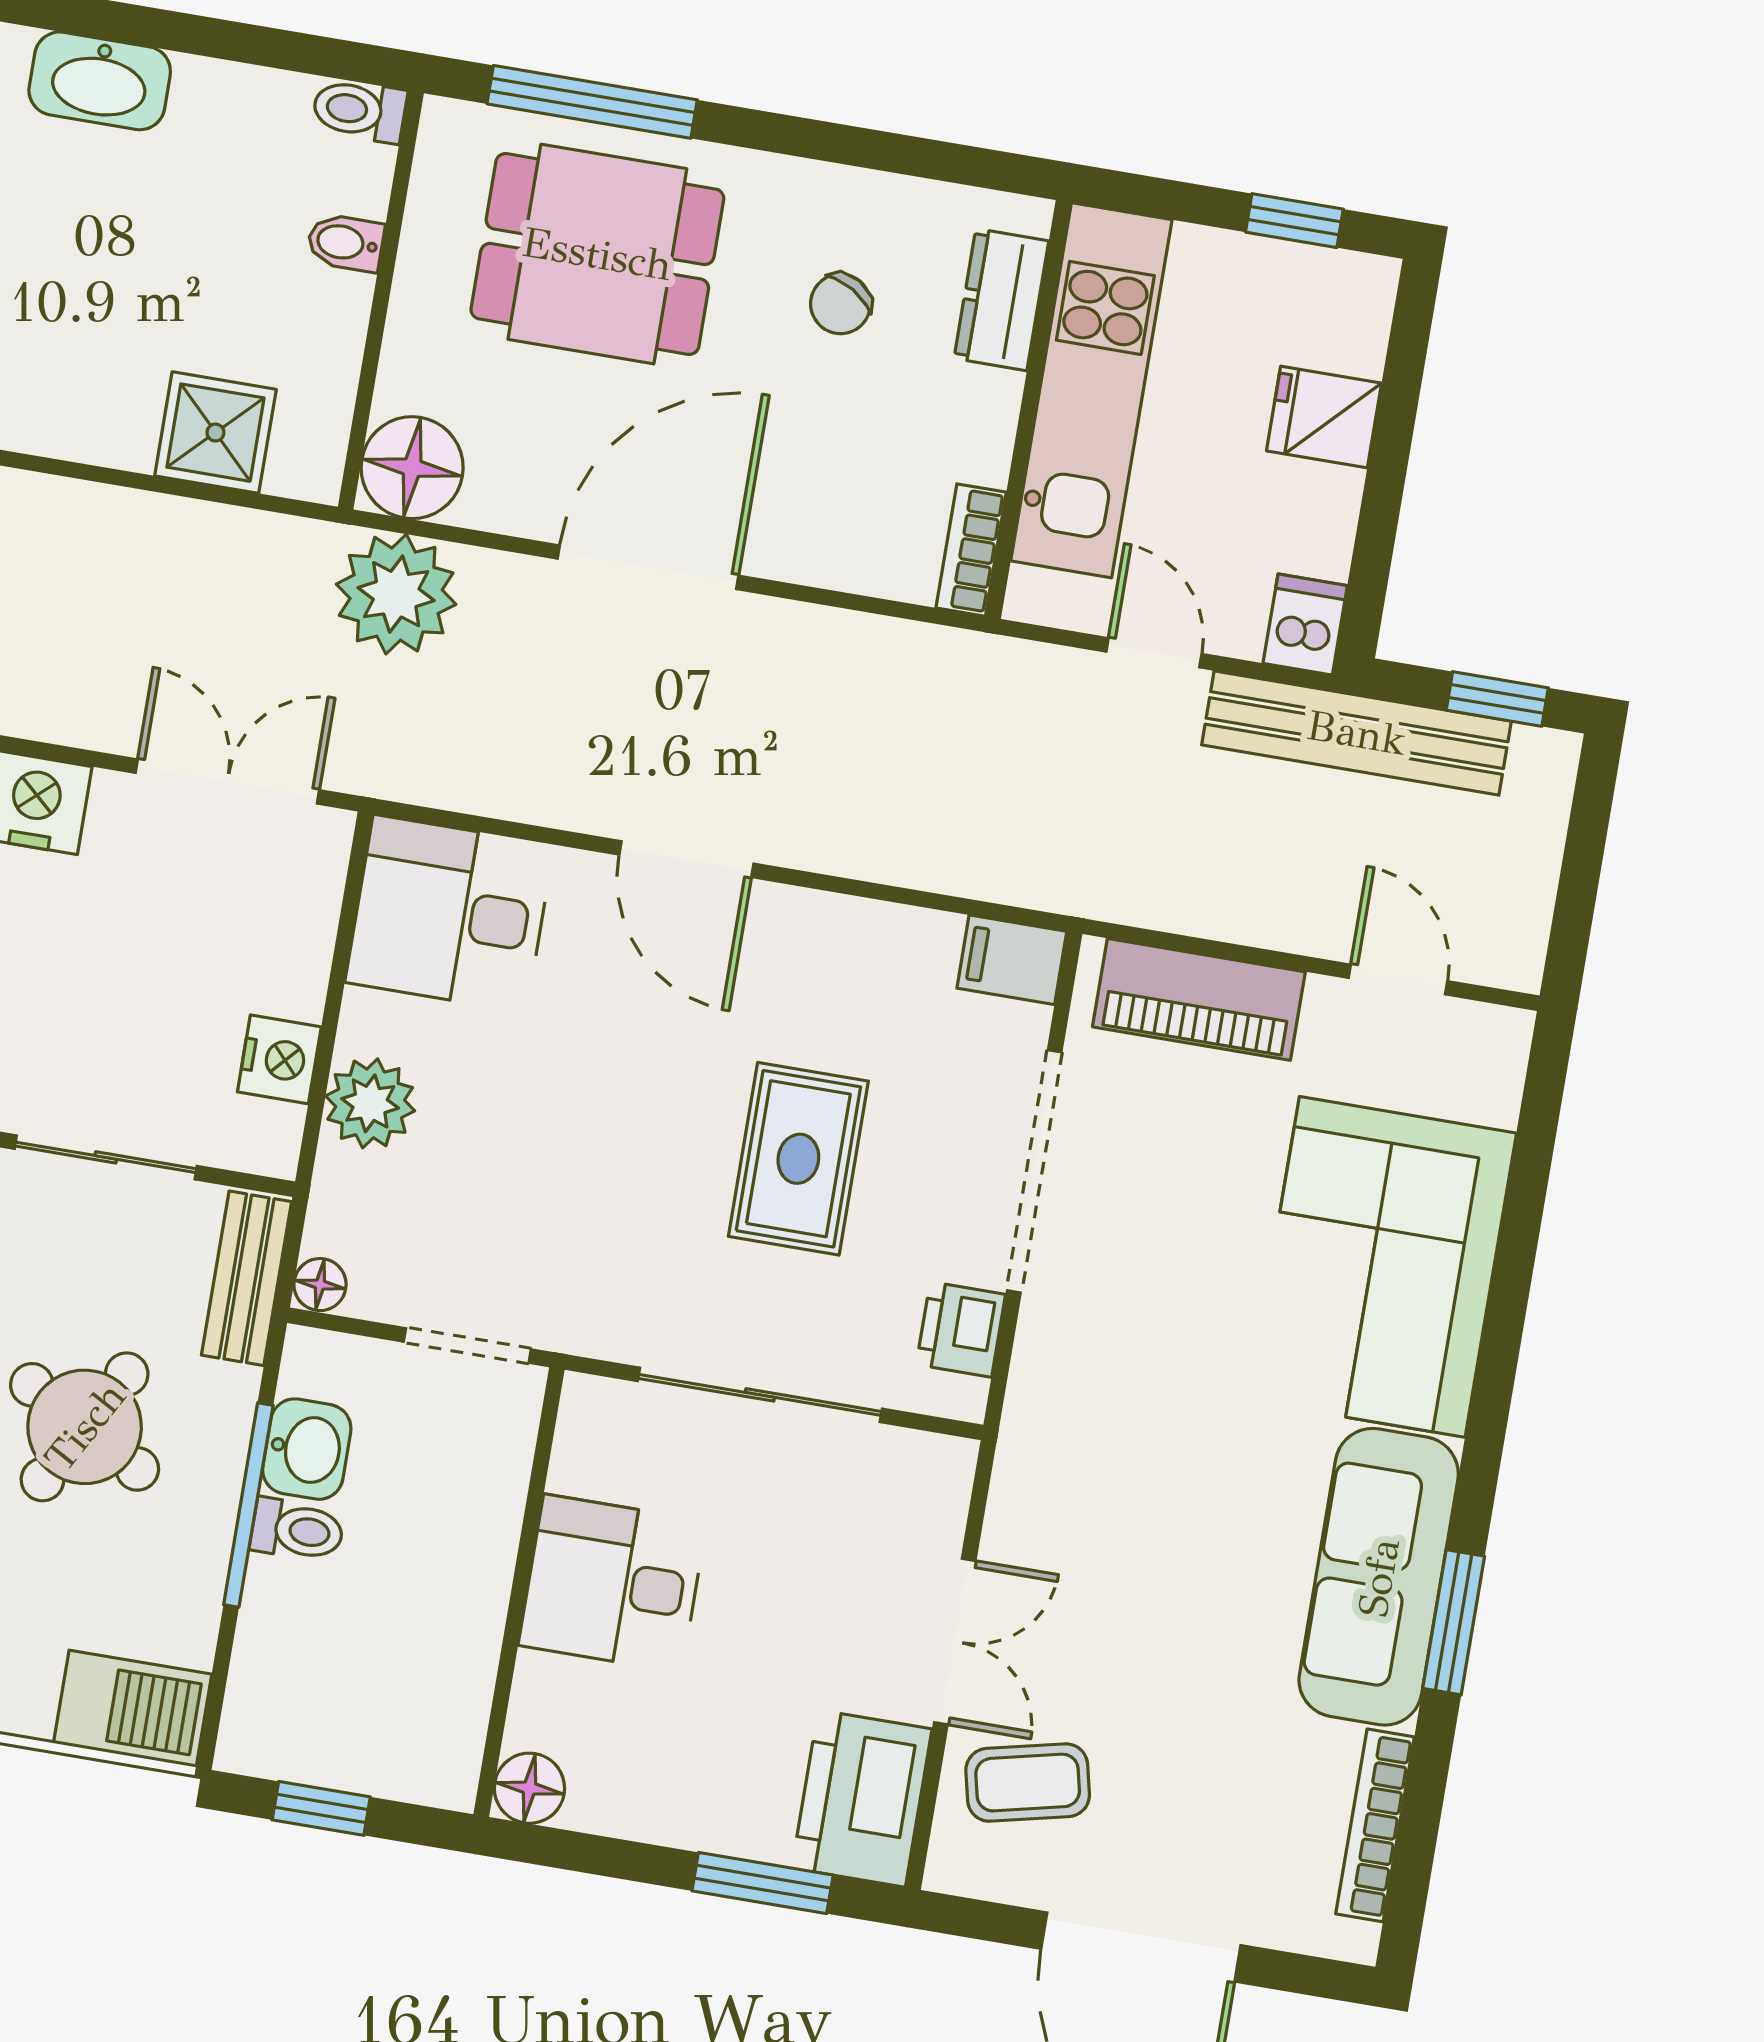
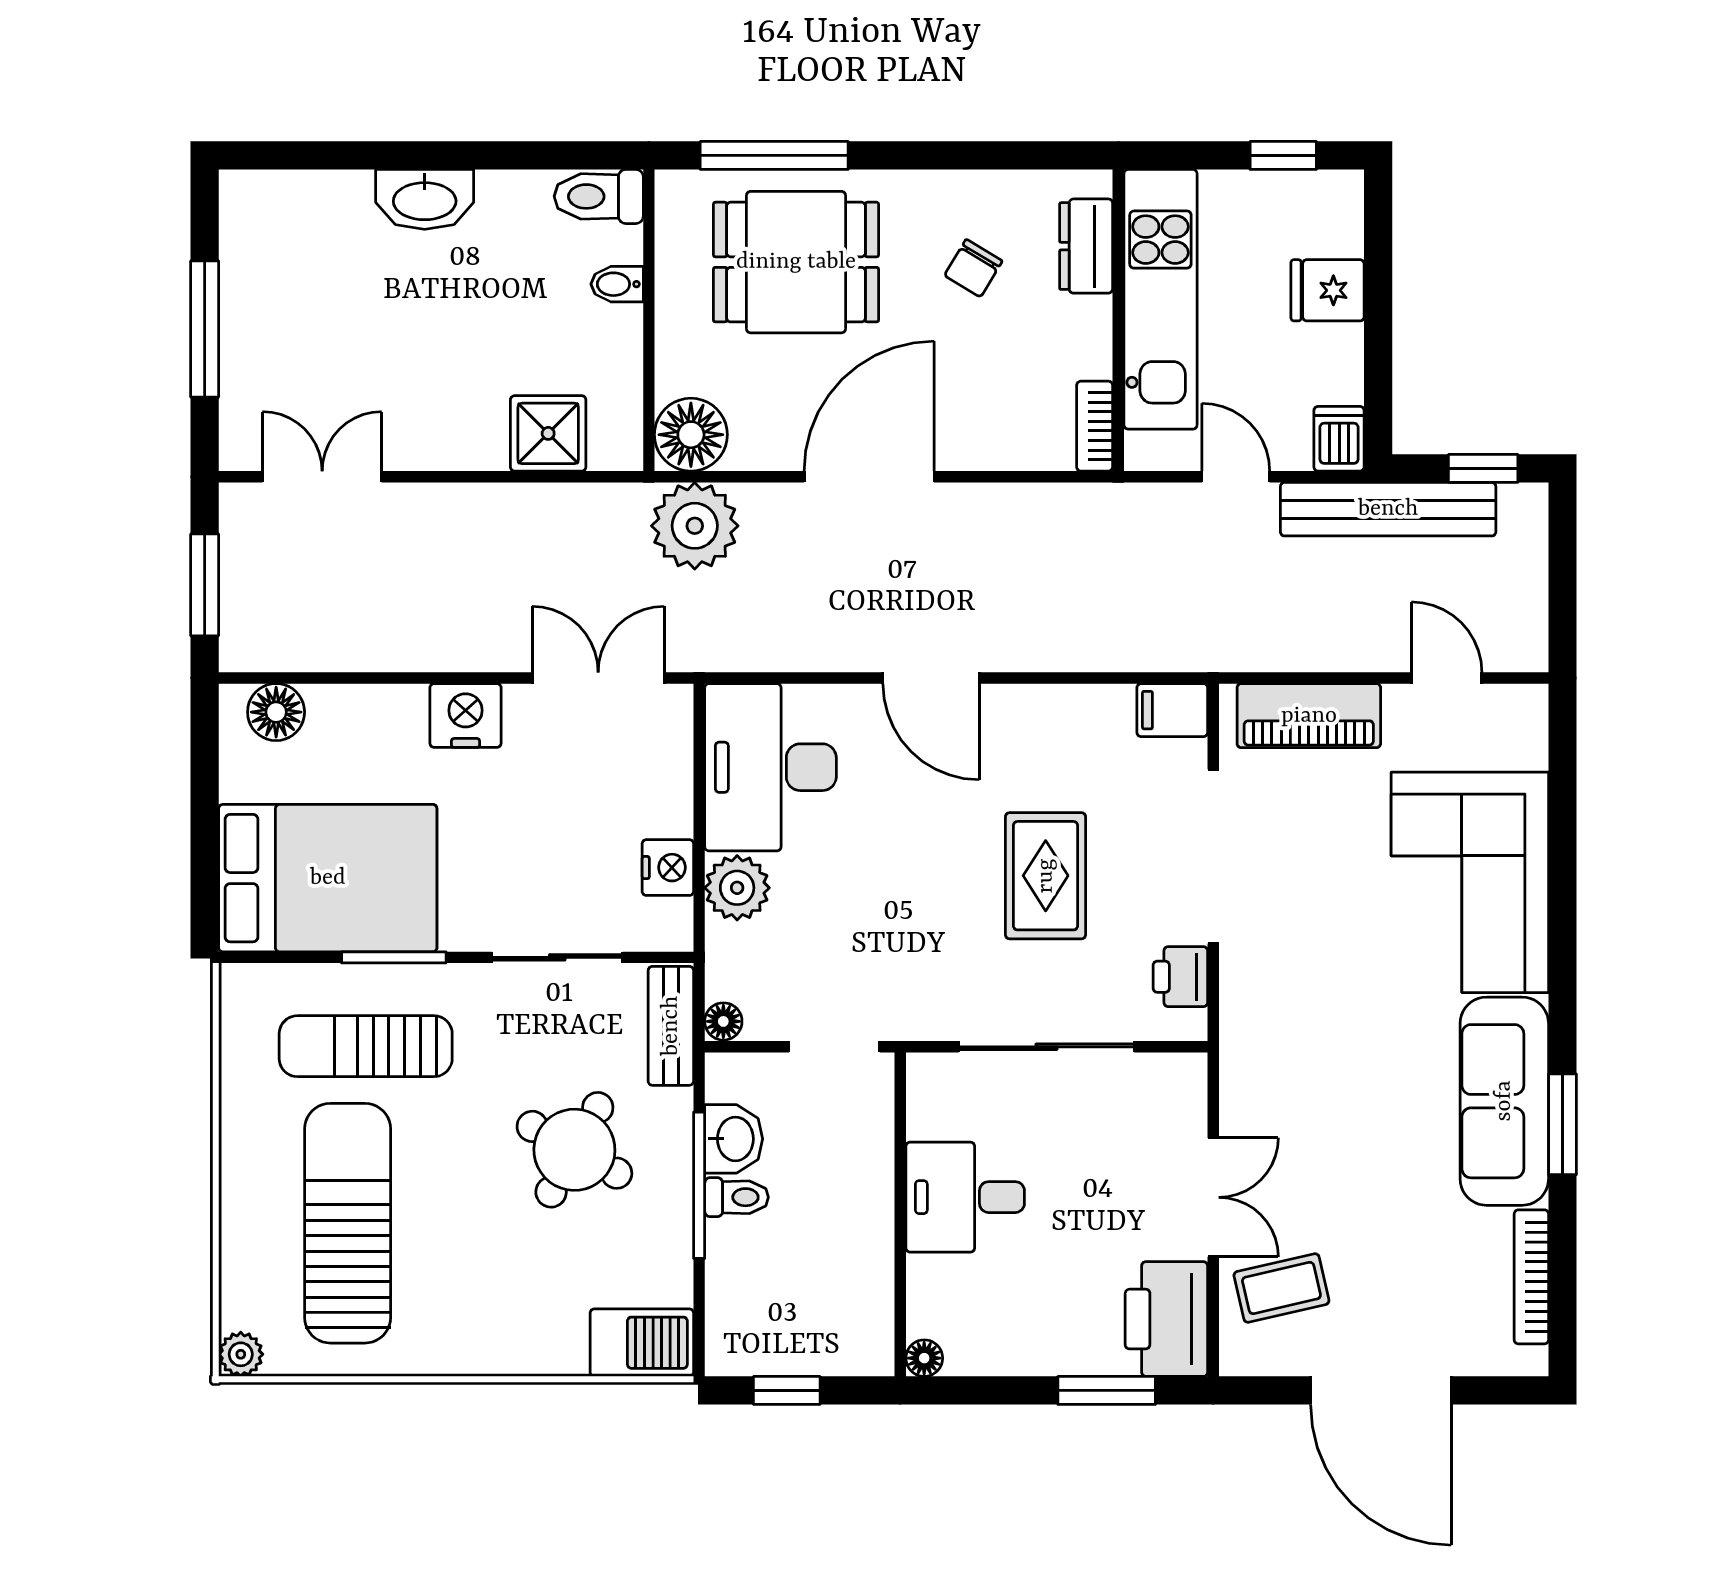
toilet: (359, 110) -> (599, 196), width x1.37, depth x1.39
desk: (450, 914) -> (771, 767), width x1.37
floor lamp: (529, 1788) -> (924, 1358), width x0.73, depth x0.73

